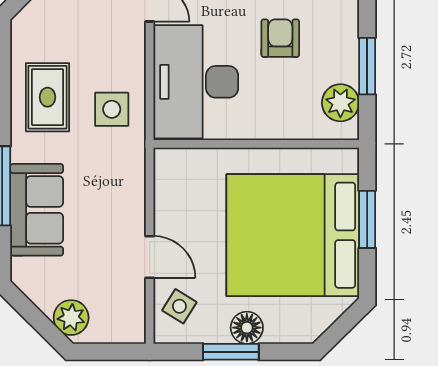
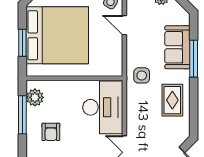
armchair: (280, 38) -> (51, 132), moved
window: (367, 66) -> (22, 115), width x1.44
side table: (112, 109) -> (142, 75), moved

